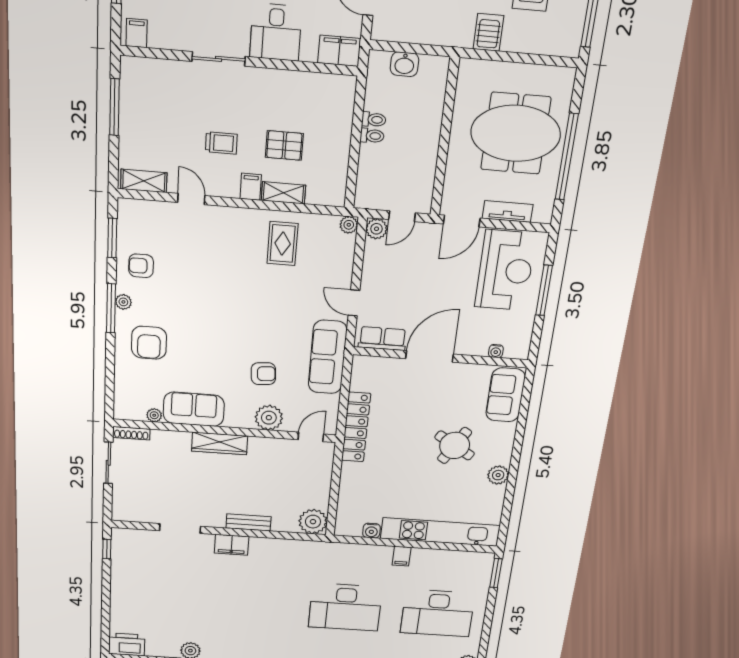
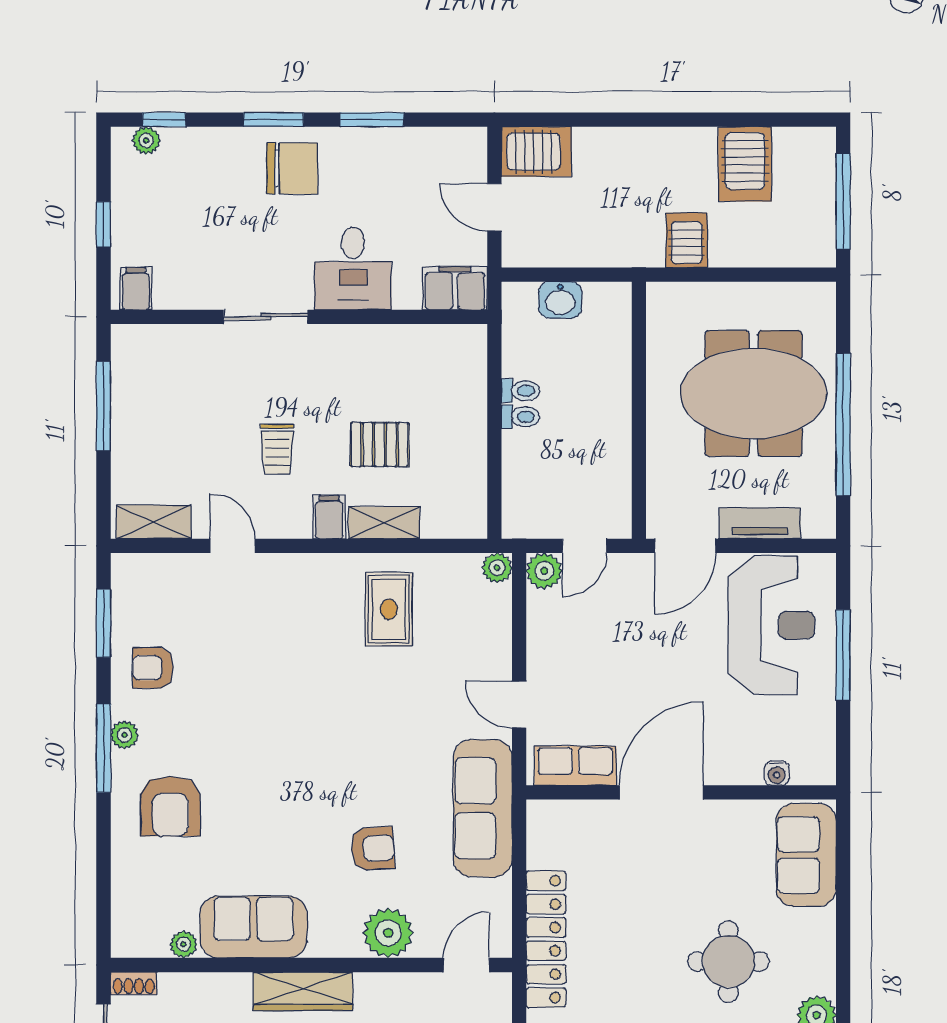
trolley: (221, 143) -> (277, 449), turned 90
shoe rack: (131, 433) -> (134, 983), width x0.70
round table: (455, 445) -> (728, 962), turned -31

